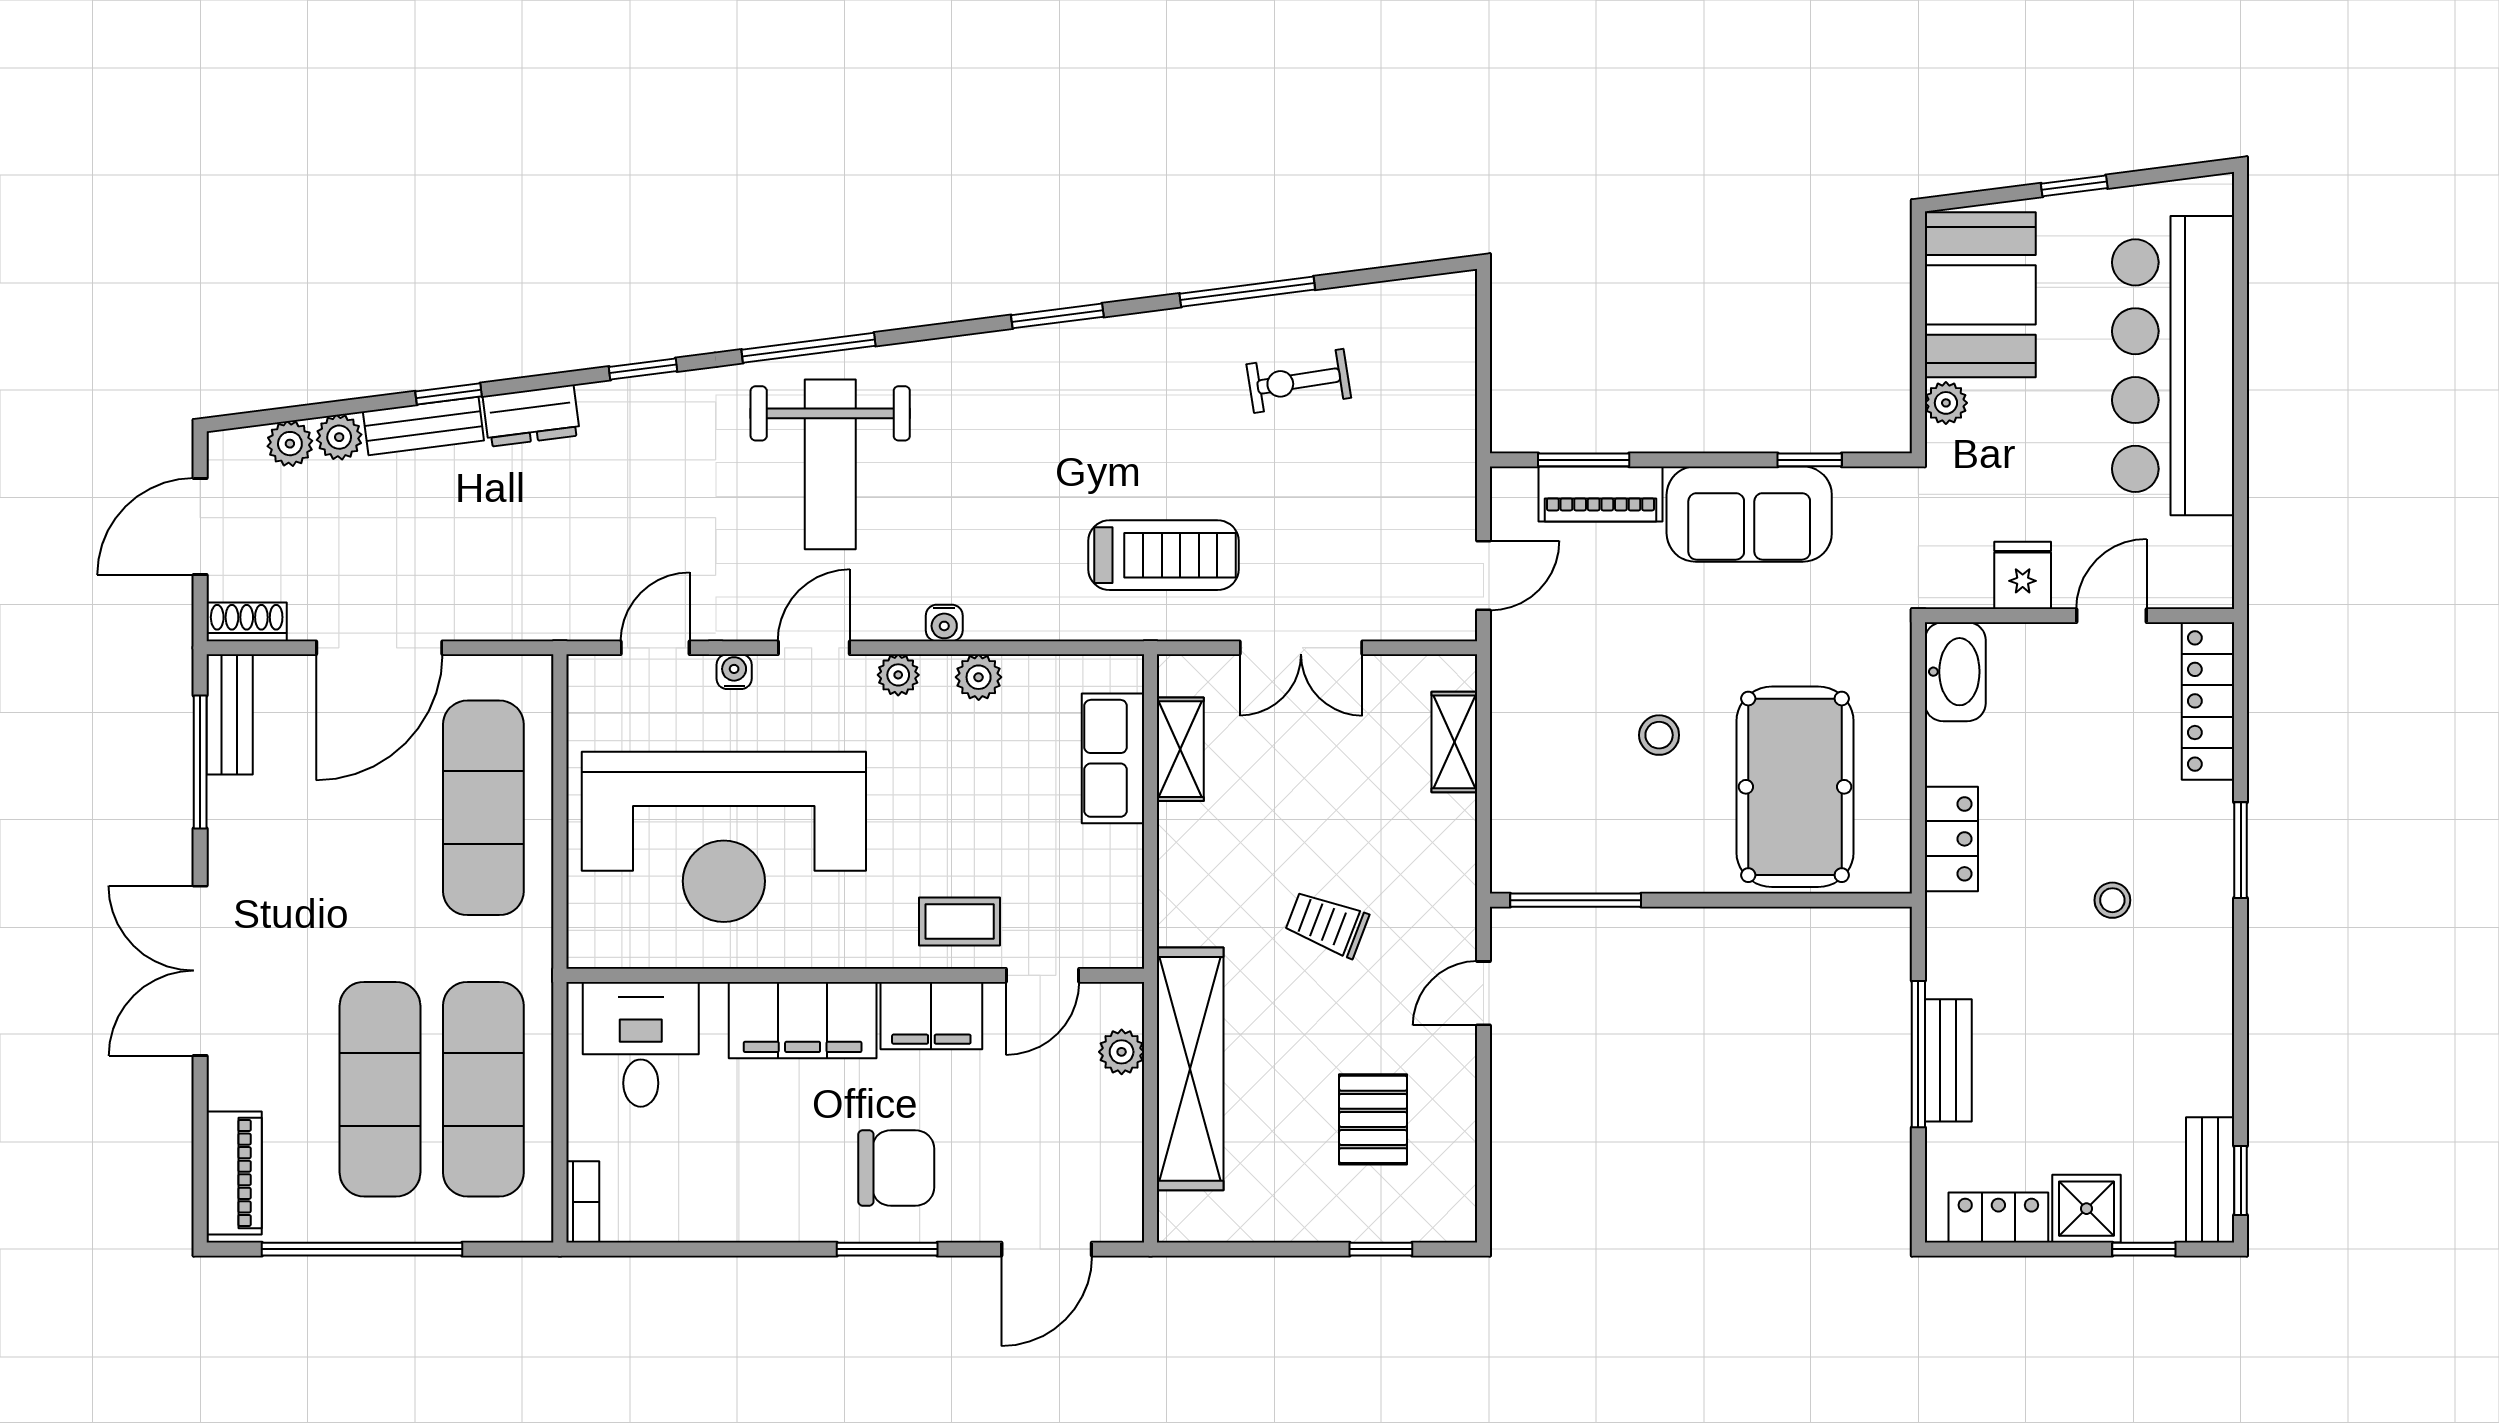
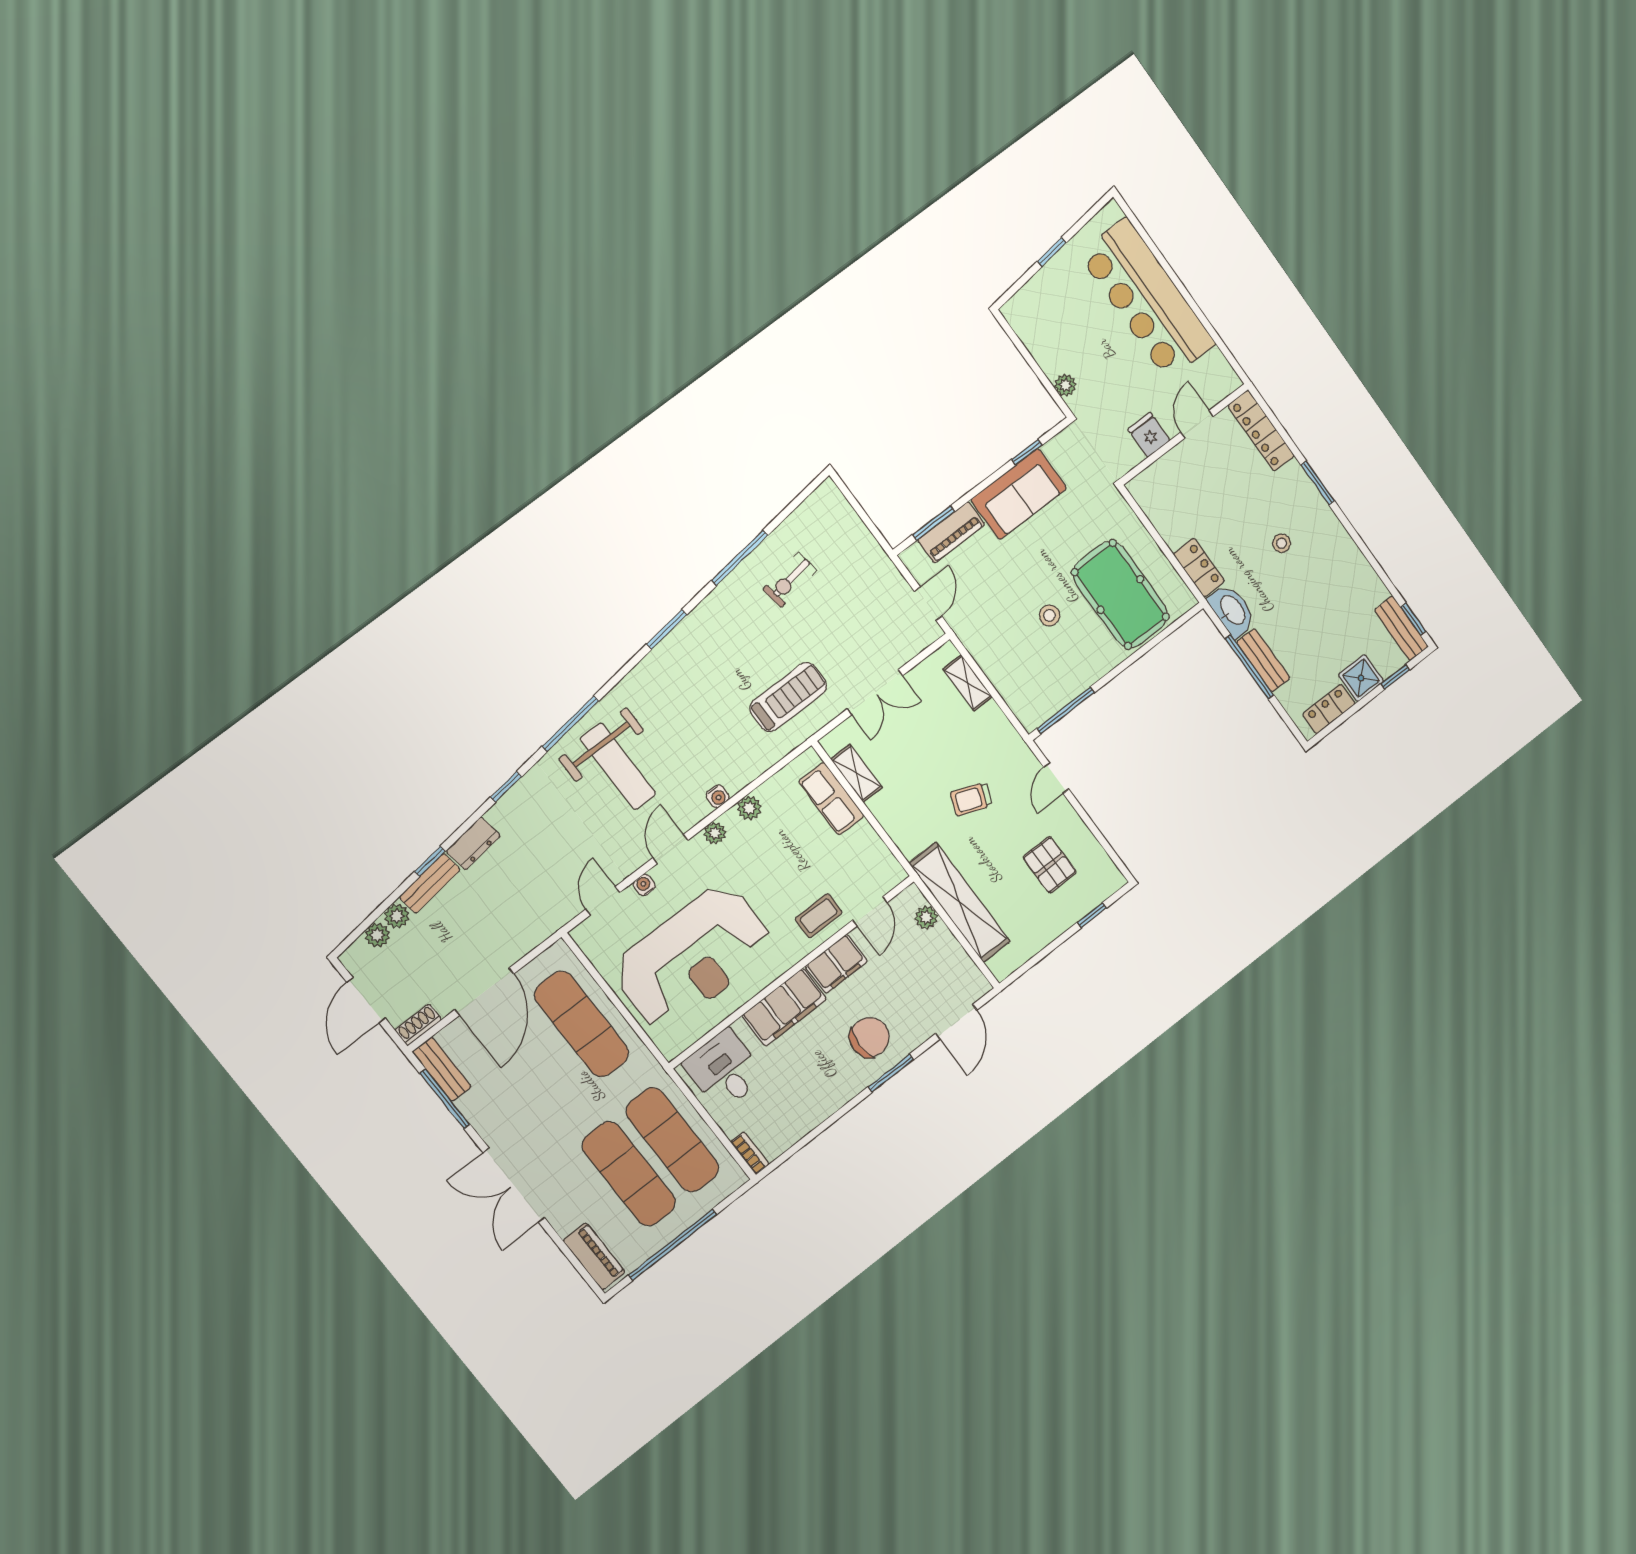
booth: (1980, 295) -> (1046, 328), removed
washbasin: (1955, 672) -> (1232, 611), moved

